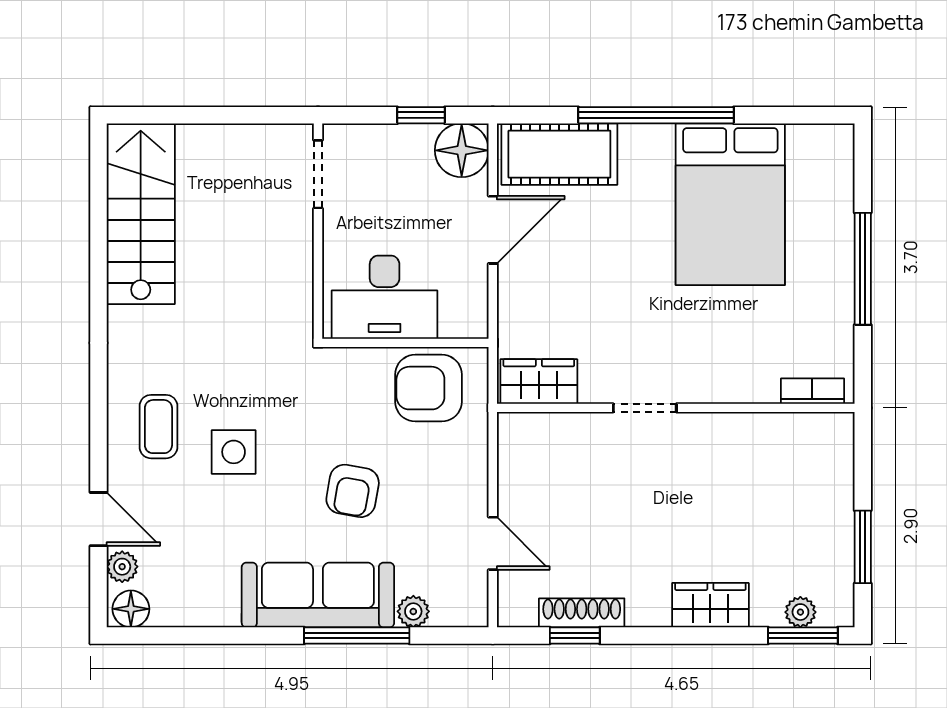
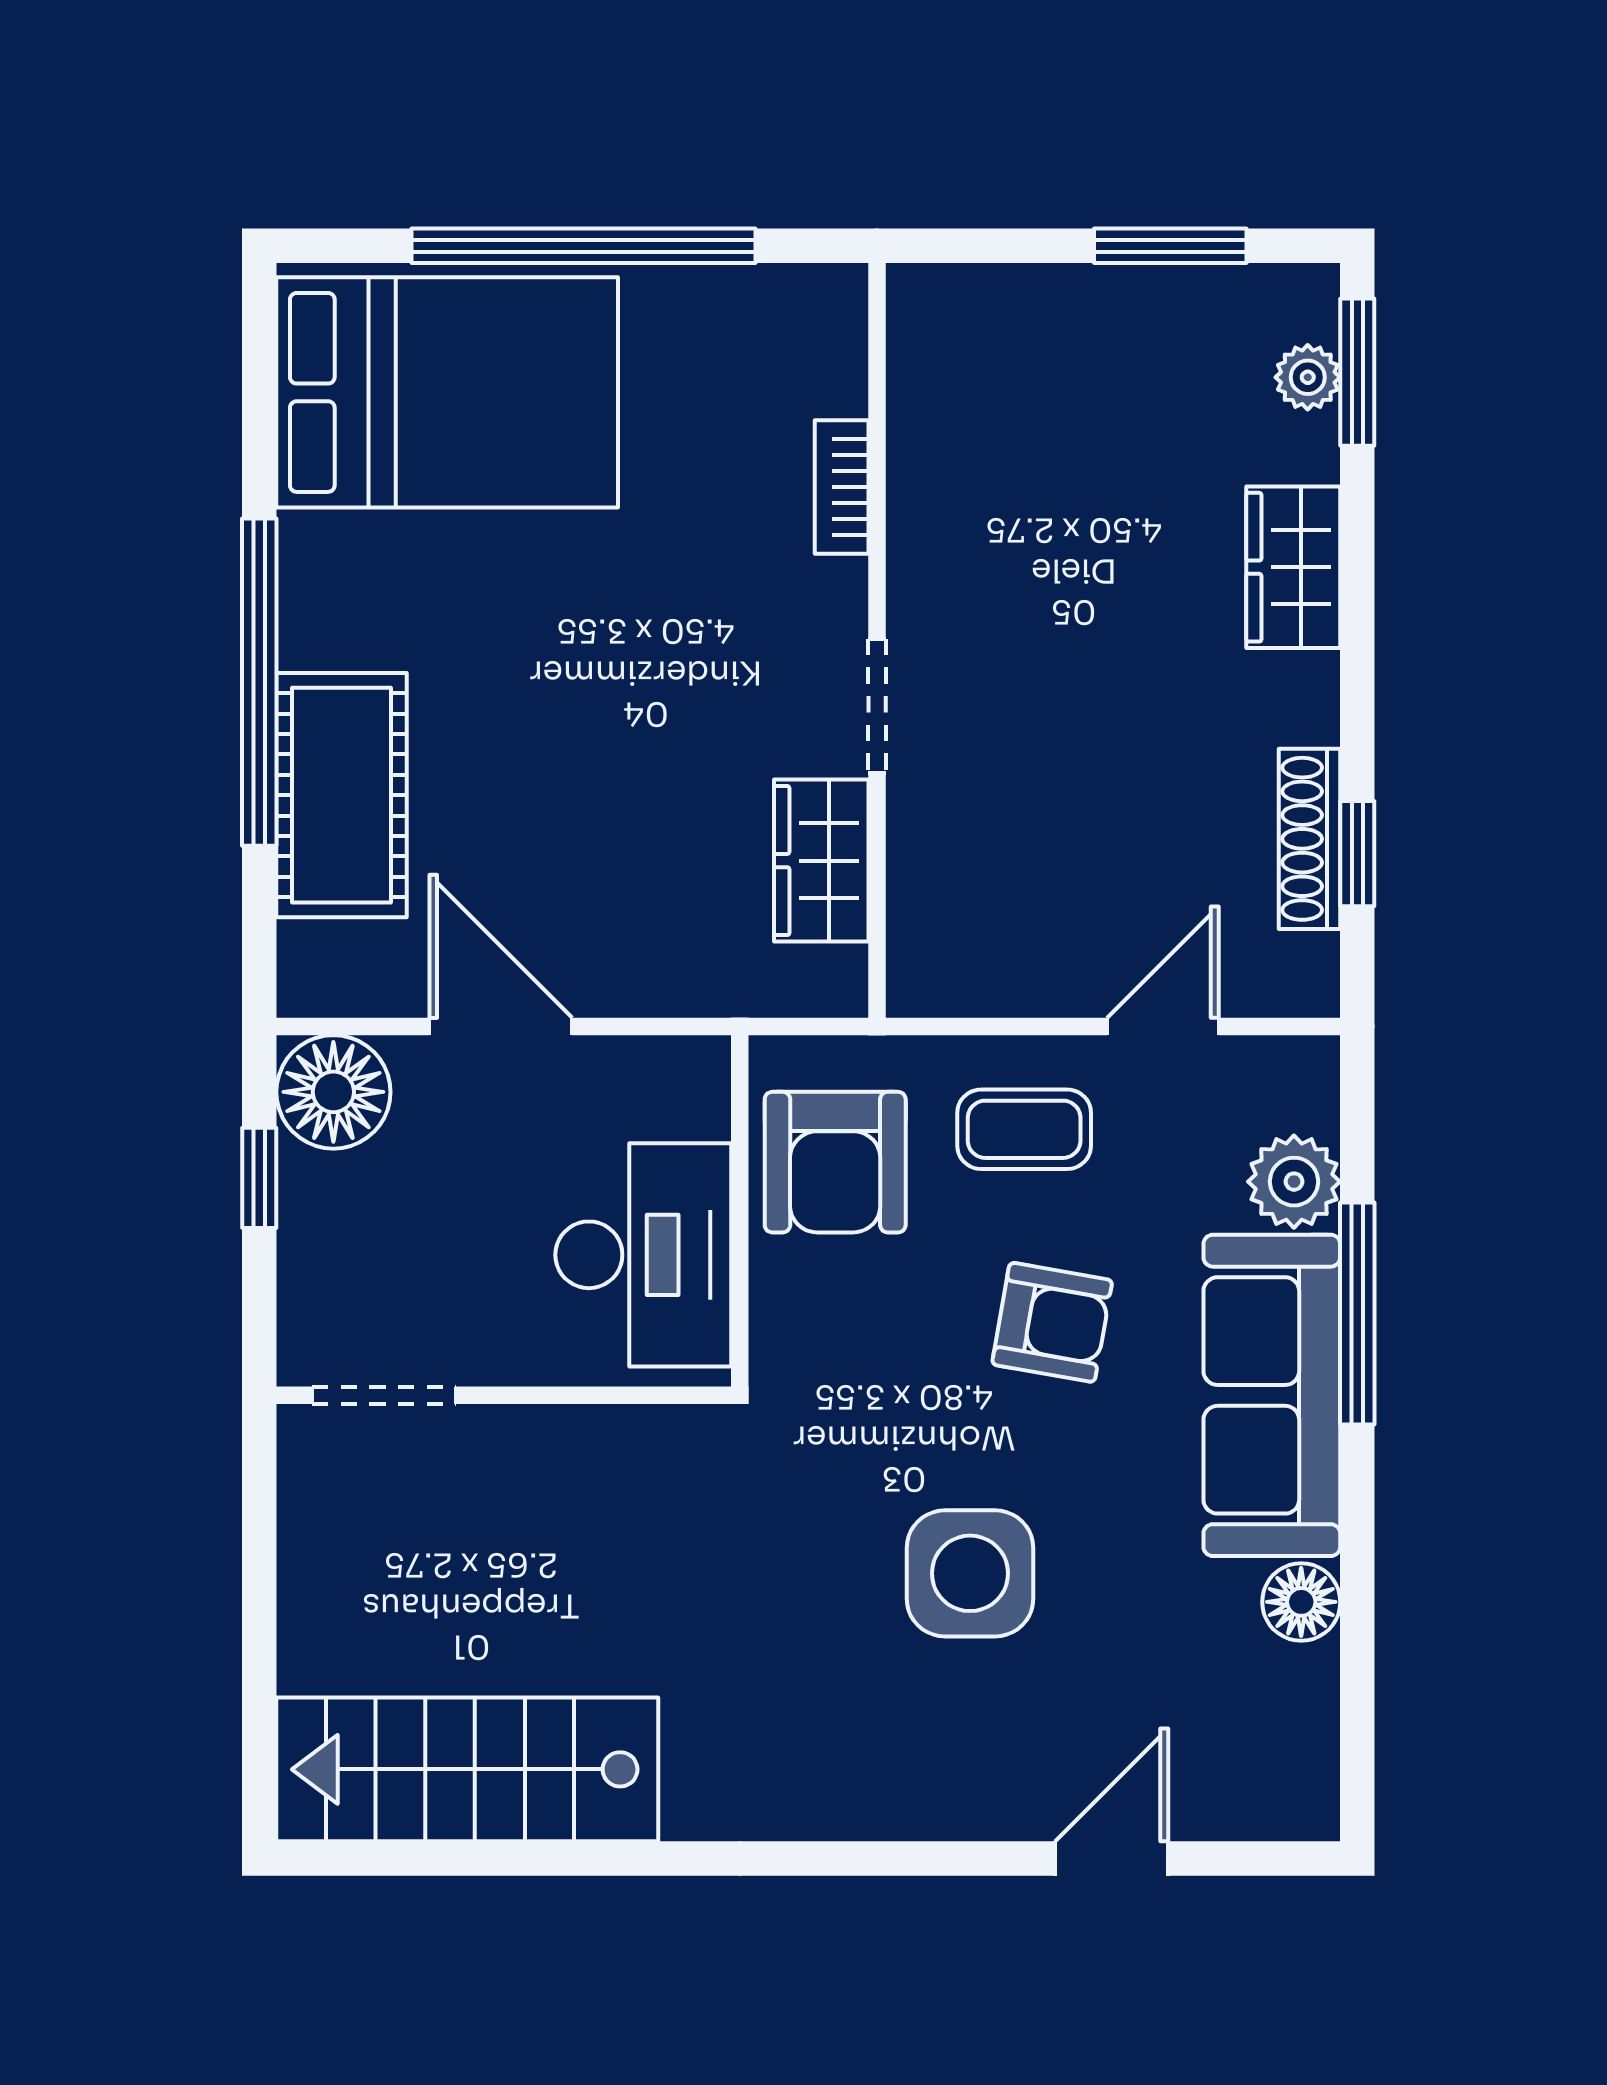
cot: (559, 154) -> (342, 795), moved
bed: (730, 204) -> (447, 392), moved
window: (863, 269) -> (583, 246), width x1.46
wardrobe: (539, 381) -> (821, 861), moved
bookcase: (812, 391) -> (842, 487), moved
coffee table: (158, 427) -> (1024, 1129), moved
side table: (234, 452) -> (970, 1573), width x1.37, depth x1.37
plant: (122, 567) -> (1212, 1808), removed
floor lamp: (131, 609) -> (1301, 1602), moved
plant: (413, 611) -> (1294, 1182), width x1.38, depth x1.38

